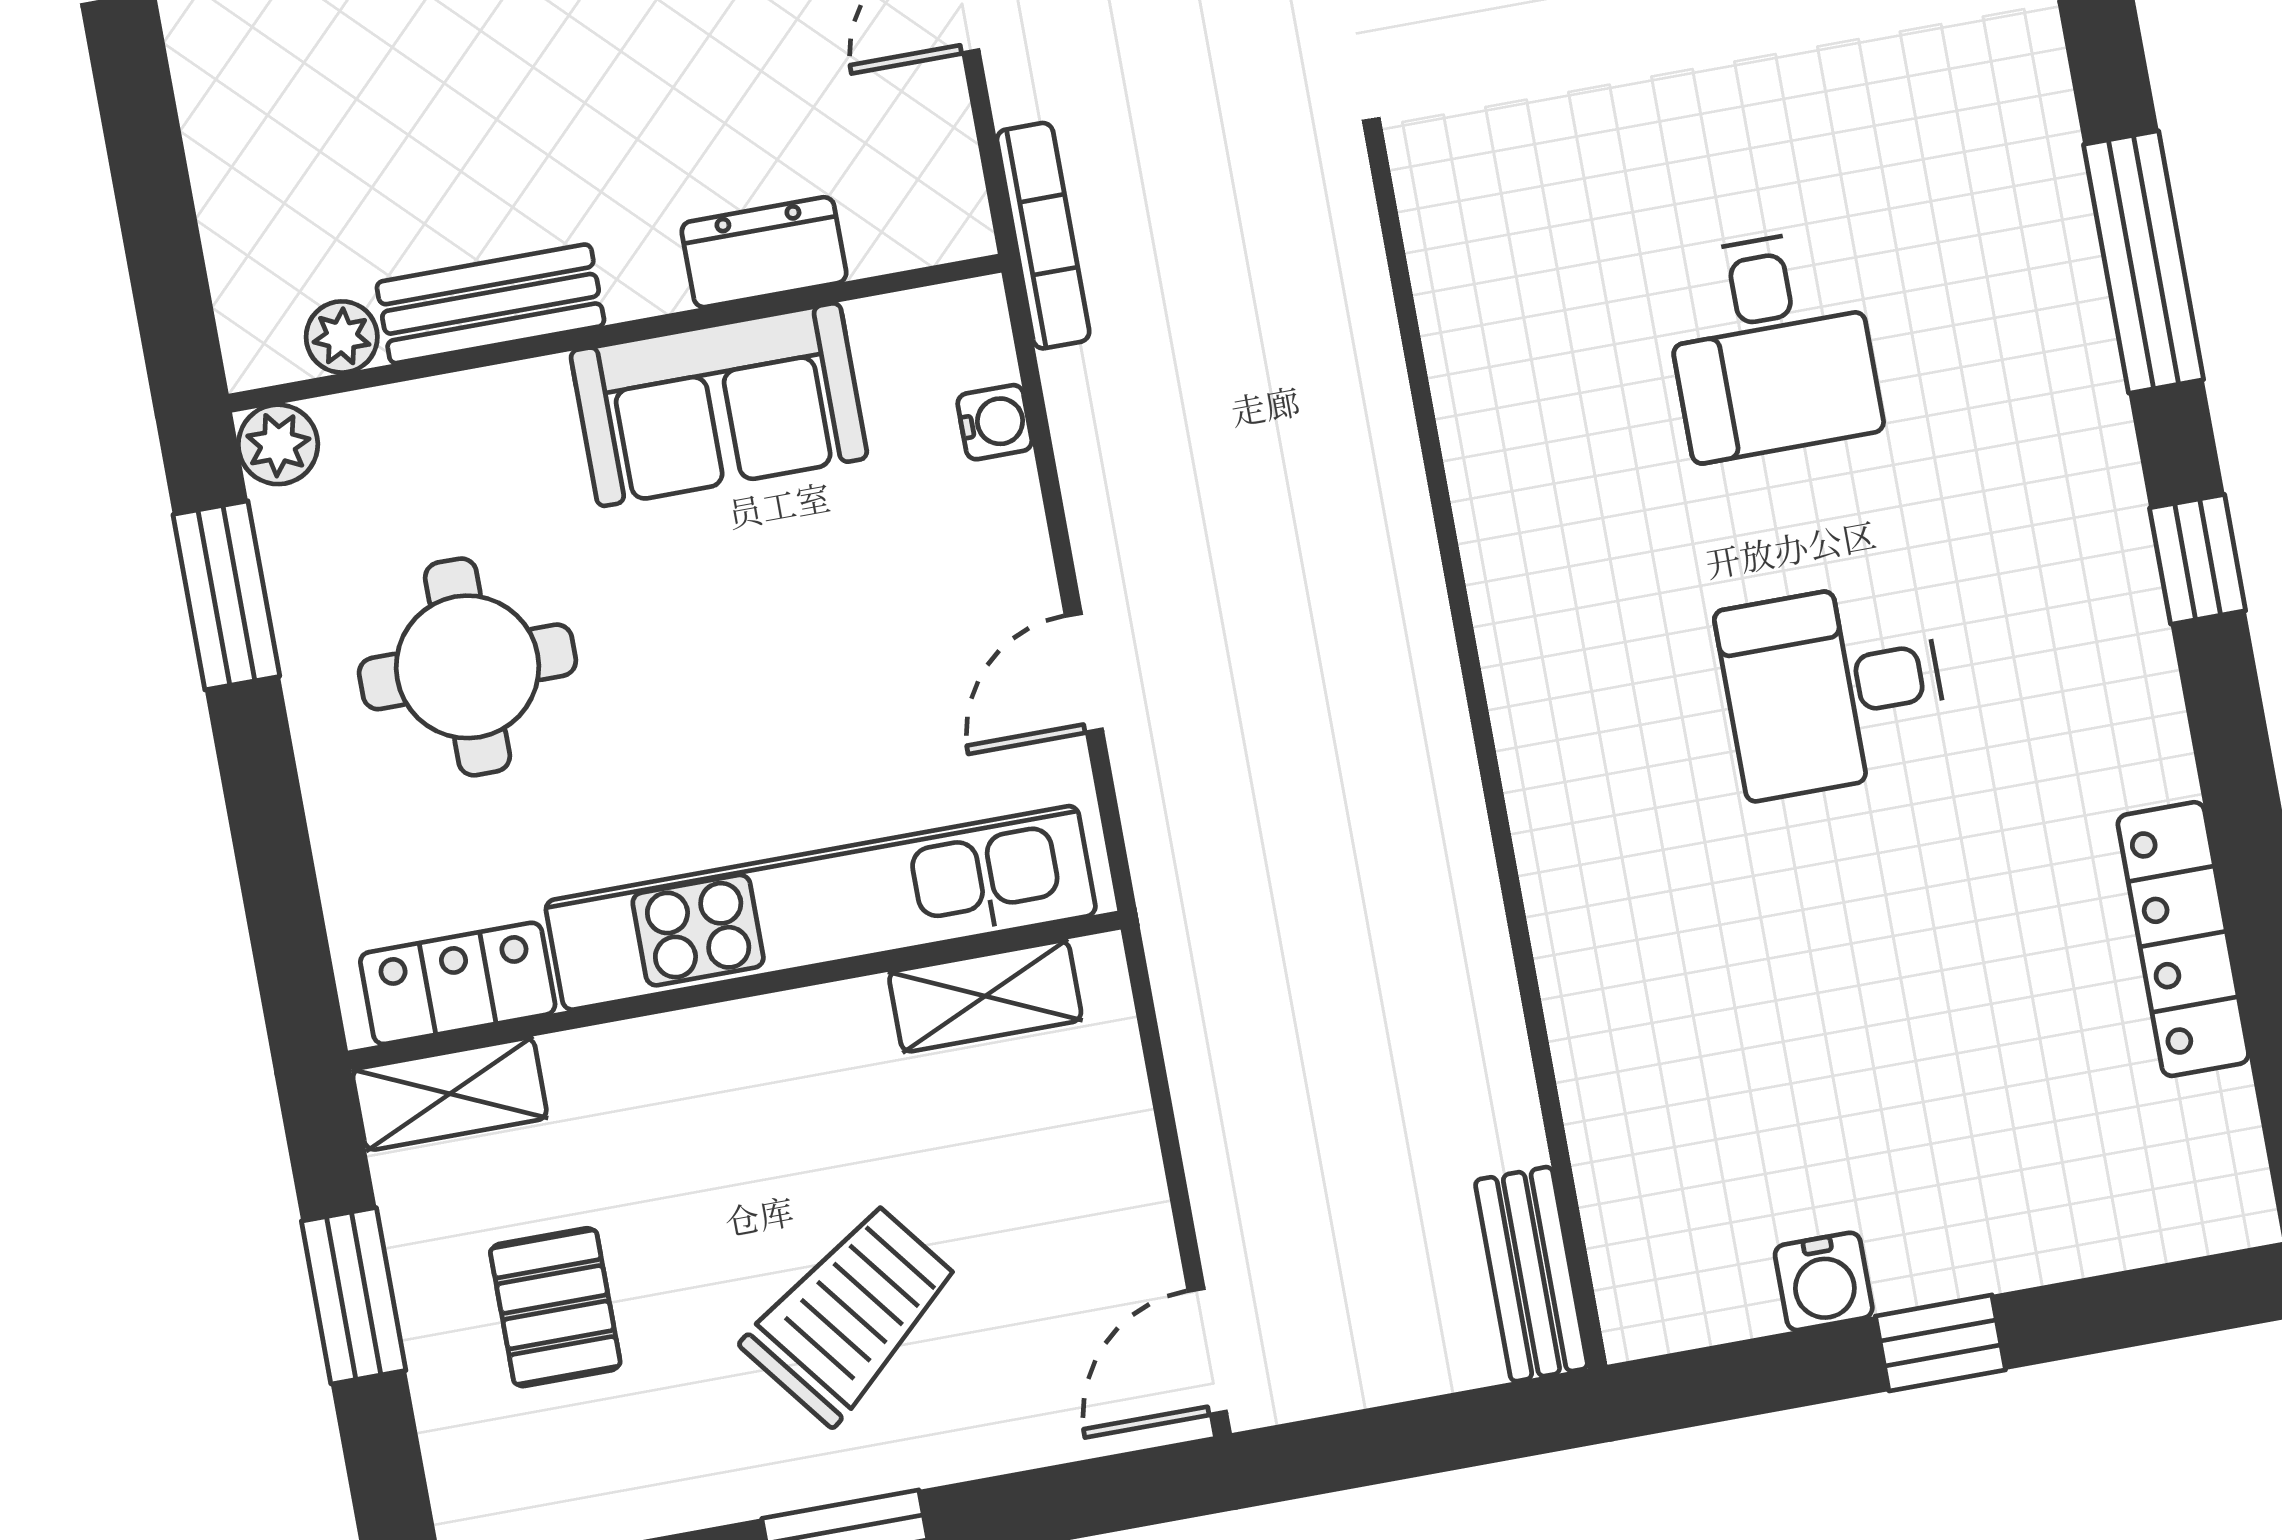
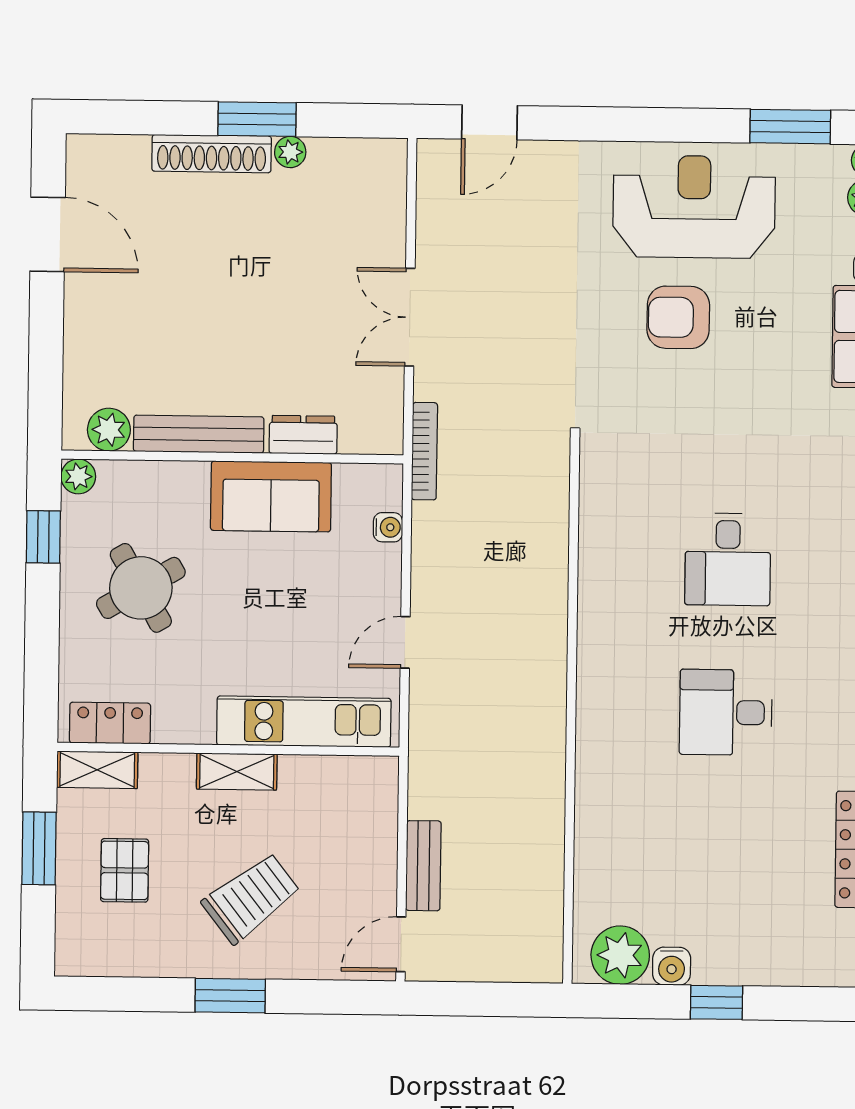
bench: (490, 304) -> (199, 434), width x1.36
plant: (342, 337) -> (109, 430), width x1.38, depth x1.38
window: (226, 595) -> (43, 537), width x0.67
round table: (467, 667) -> (141, 588), turned -30
kitchen unit: (821, 908) -> (304, 722), width x0.73
shelving: (985, 996) -> (237, 772), moved
bench: (1531, 1274) -> (423, 866), moved
plant: (1704, 1279) -> (620, 955), added

